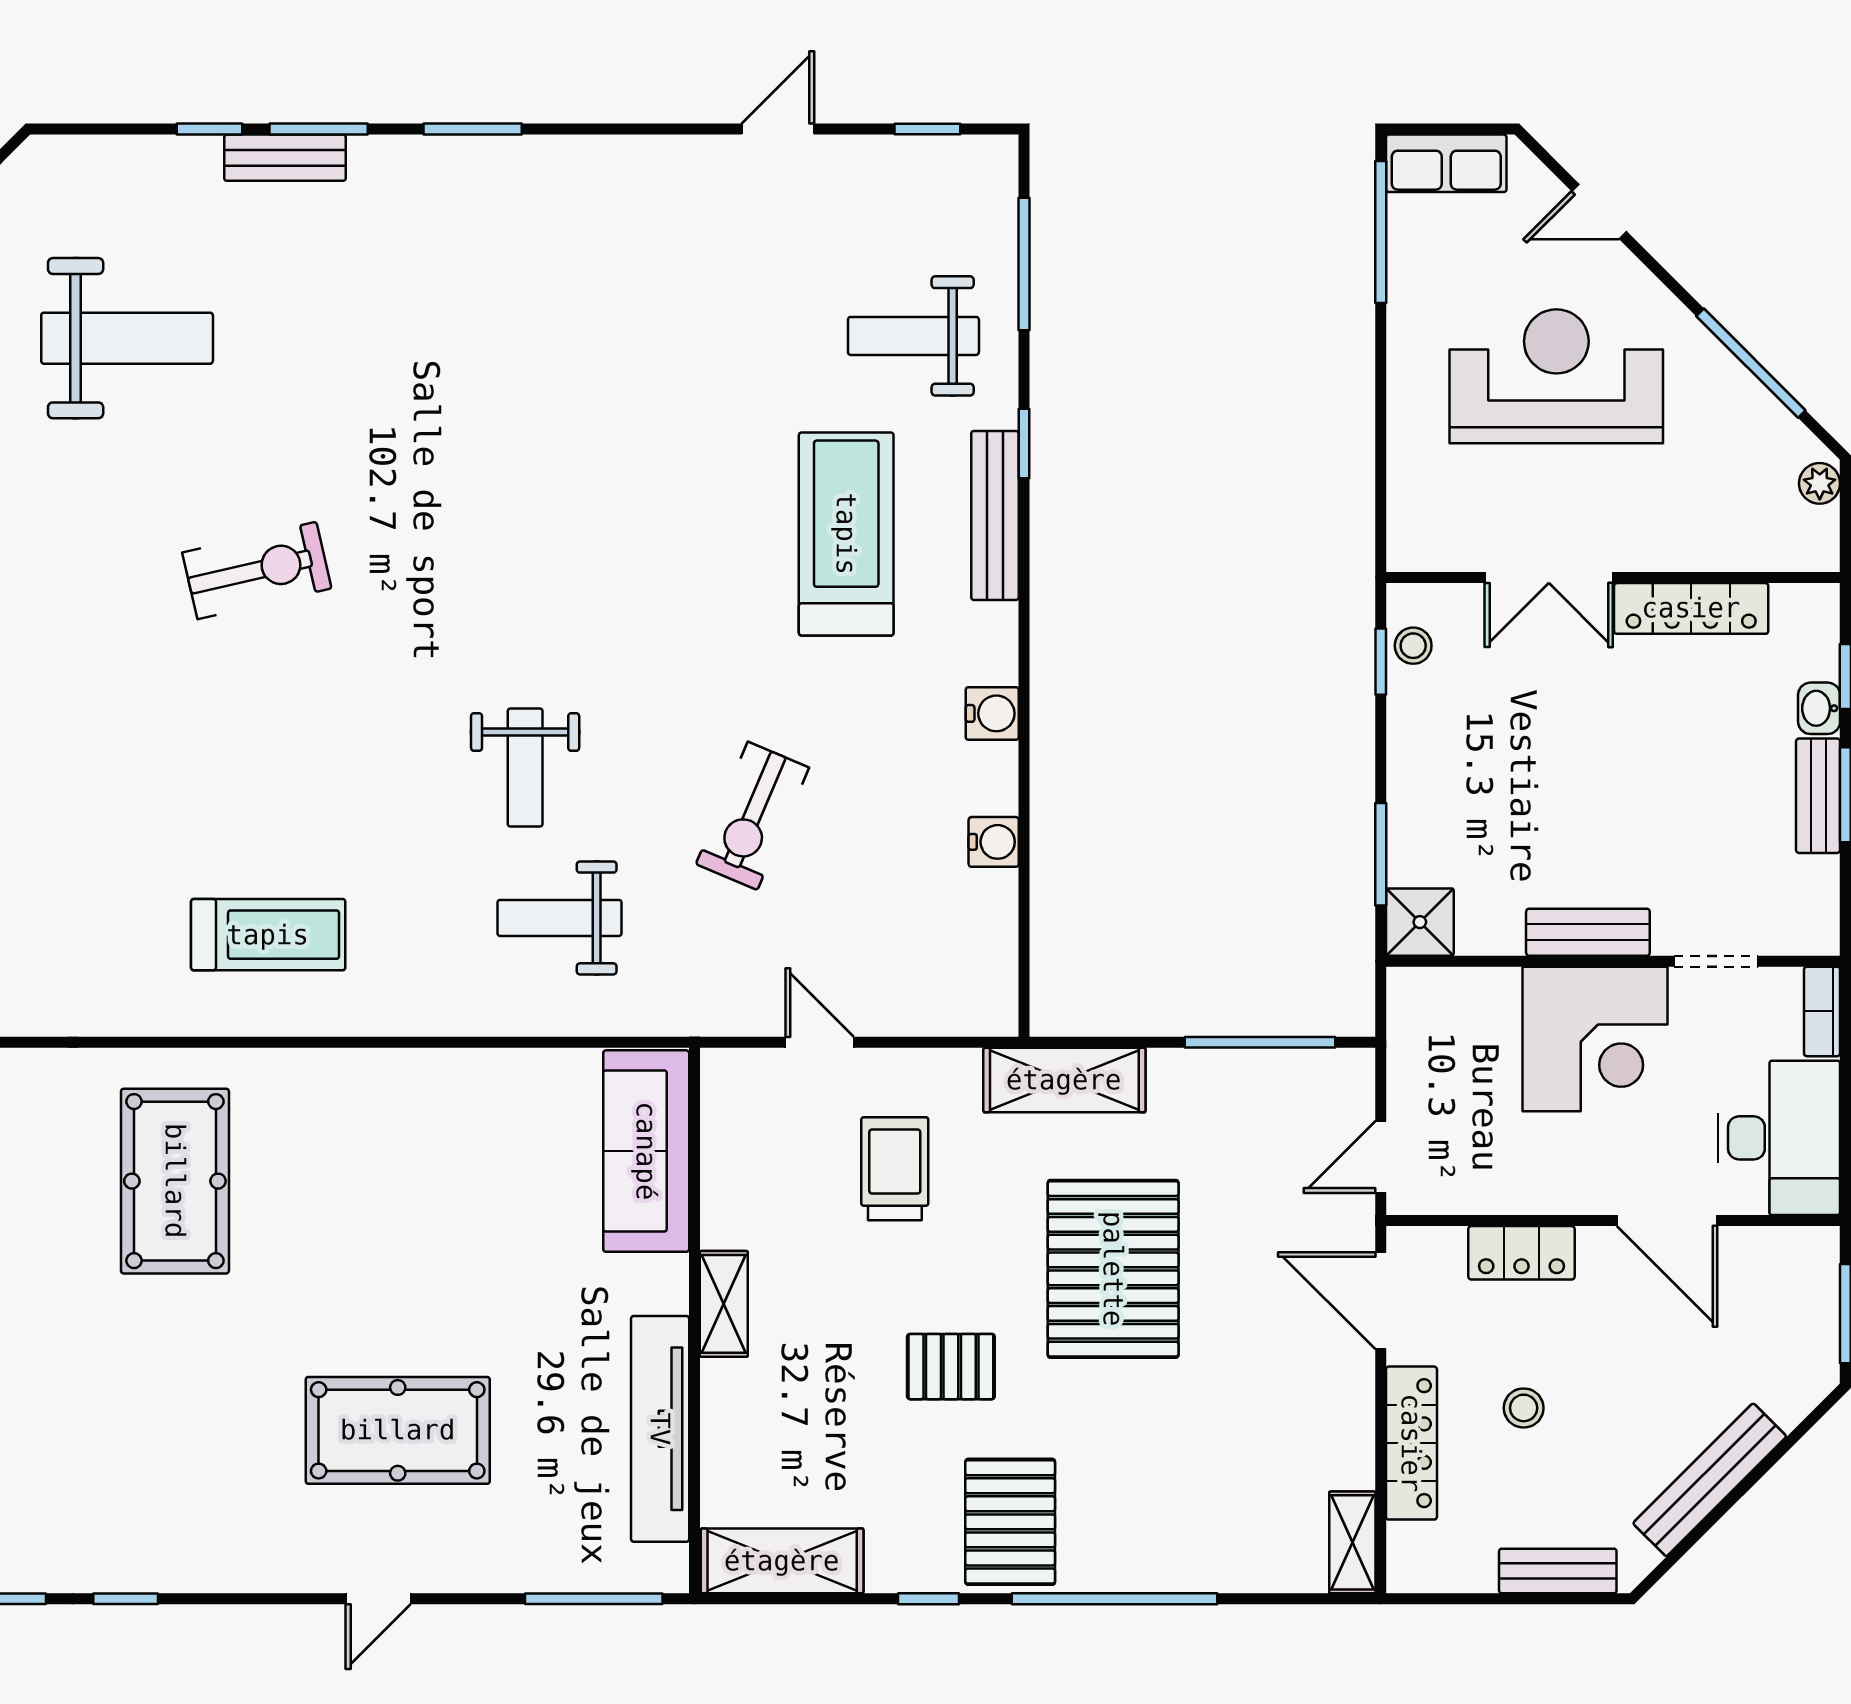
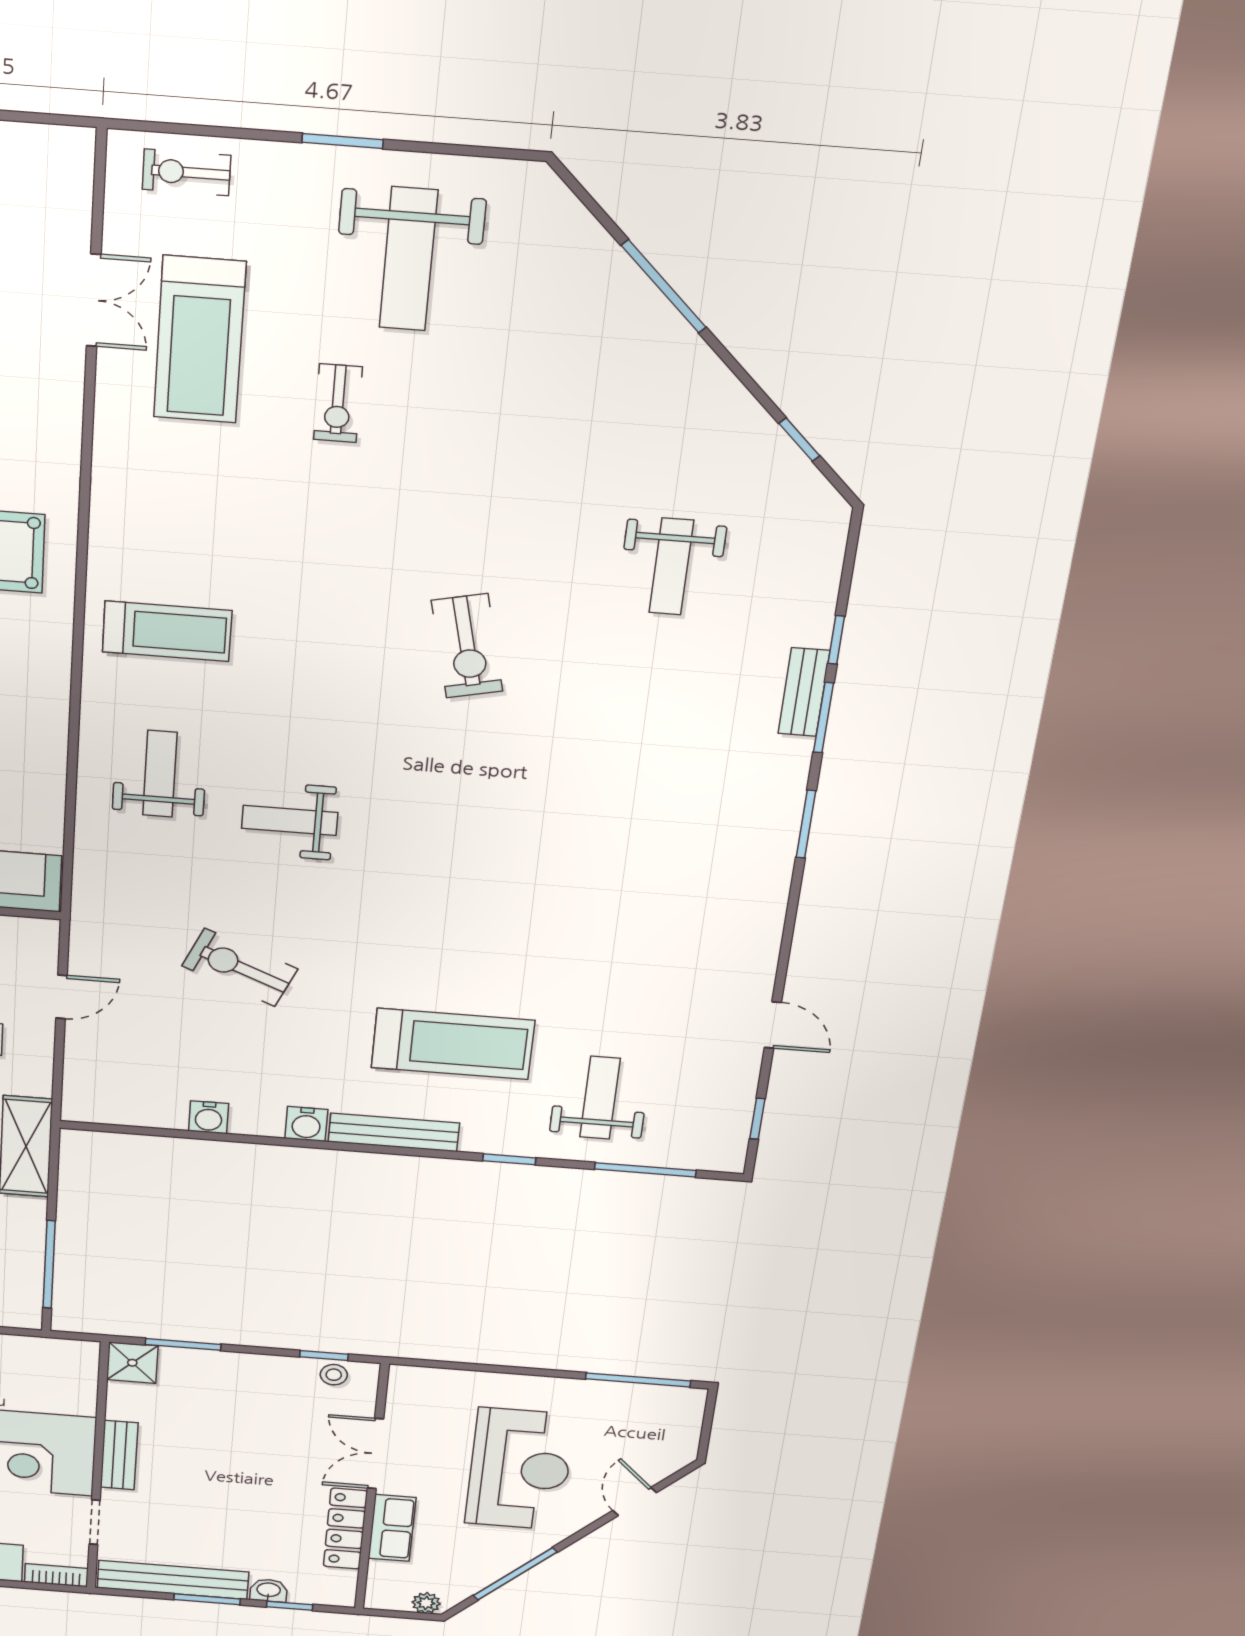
row of seats: (1446, 163) -> (392, 1528), moved, turned 180
weight bench: (127, 338) -> (671, 567), width x0.73, depth x0.75
bench: (995, 515) -> (394, 1132), moved
bench: (1818, 796) -> (173, 1580), width x1.86, depth x1.21
weight bench: (559, 918) -> (160, 774), moved
treadmill: (268, 935) -> (167, 631), turned -90

